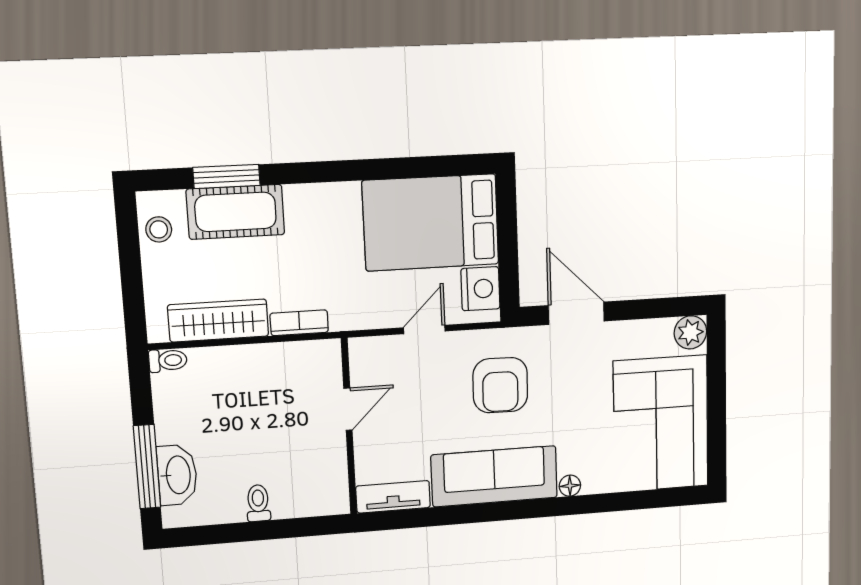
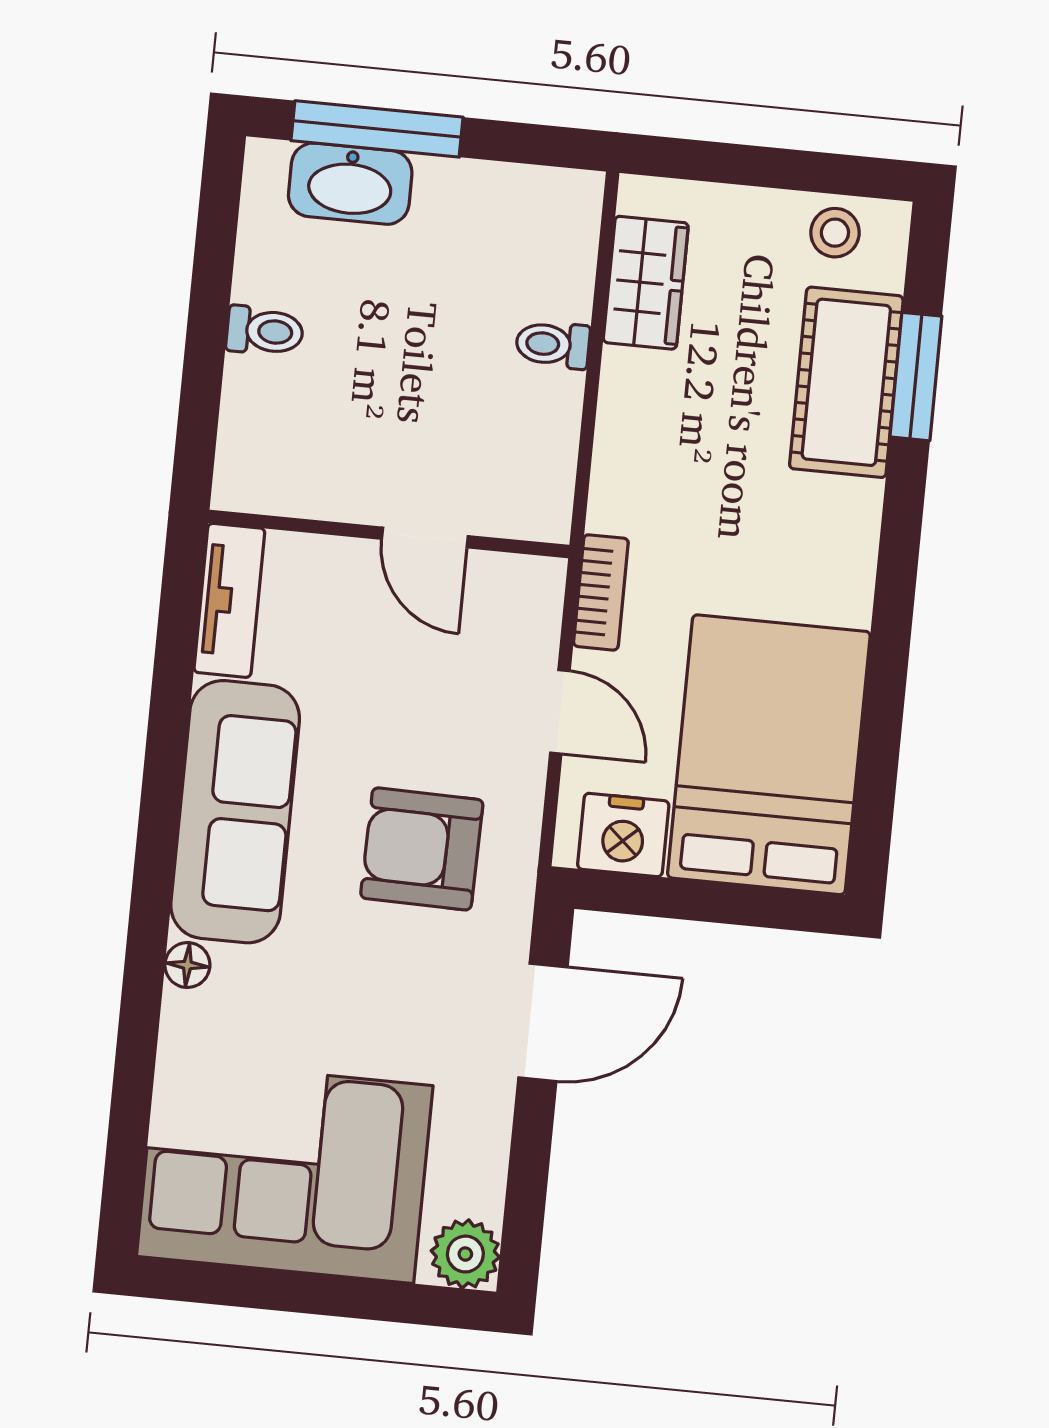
wardrobe: (218, 321) -> (646, 283), width x0.67
bookcase: (299, 323) -> (601, 592), moved
toilet: (168, 360) -> (553, 345), moved, turned 90

